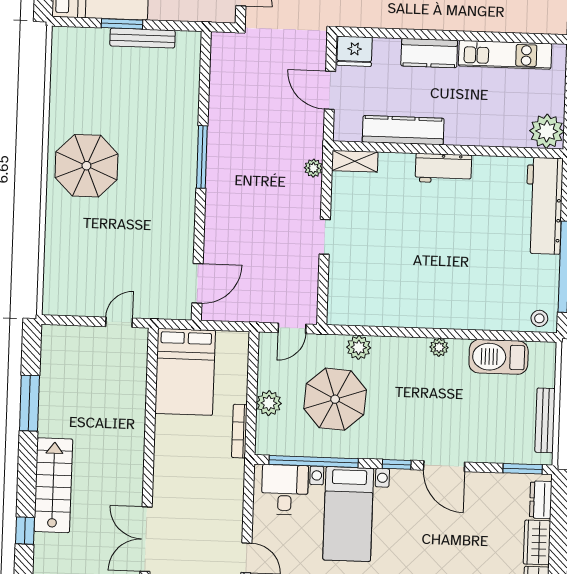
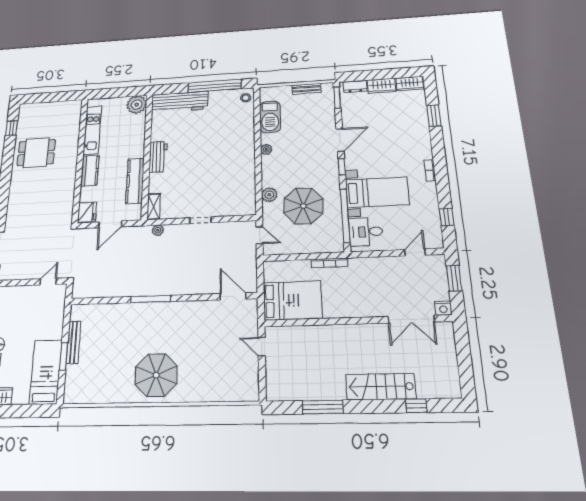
plant: (269, 403) -> (309, 246), removed
bench: (545, 420) -> (307, 89), width x0.73

